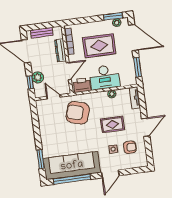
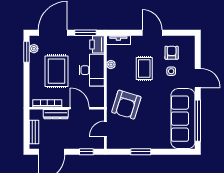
plant: (38, 77) -> (82, 143), removed
printer: (82, 85) -> (97, 44), moved
window: (41, 159) -> (141, 152), moved

